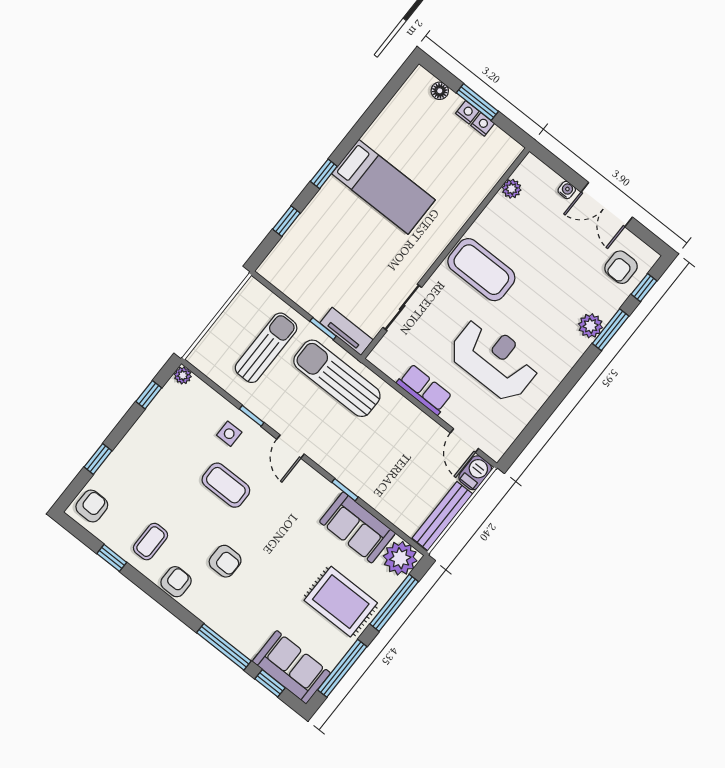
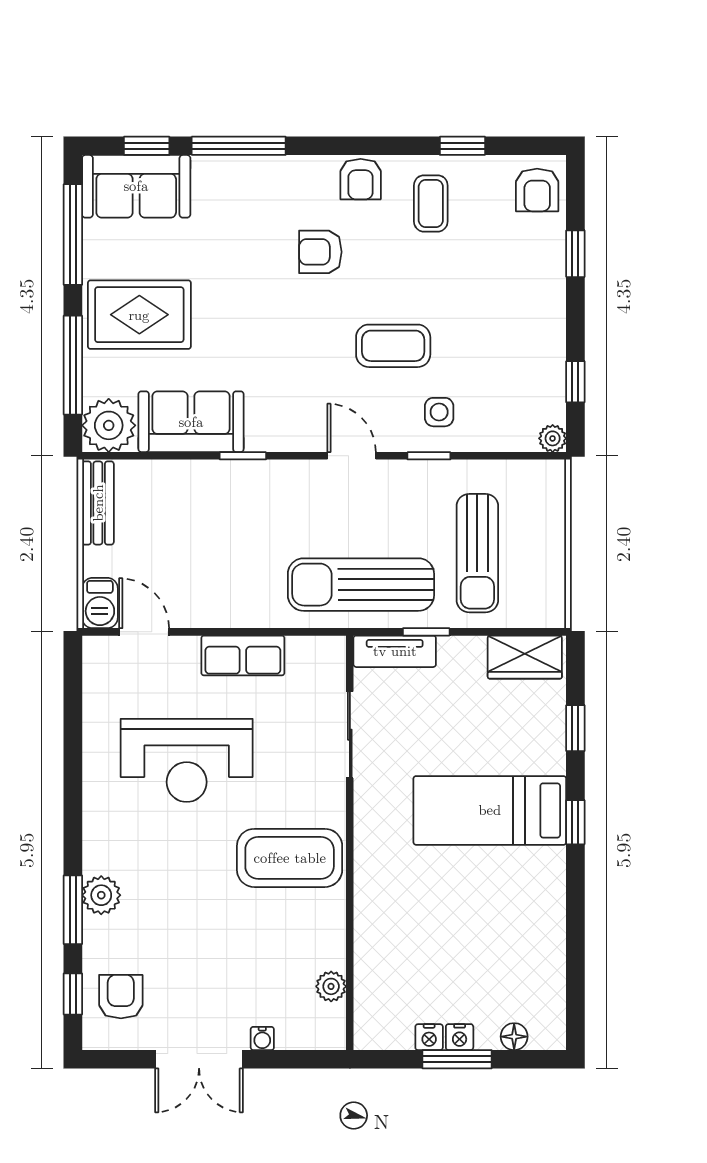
bed: (383, 187) -> (490, 810), moved
double door: (607, 205) -> (199, 1059), swing flipped
wardrobe: (284, 277) -> (525, 657), added
sun lounger: (337, 378) -> (361, 585), turned 180
bench: (442, 516) -> (98, 503), width x0.73

